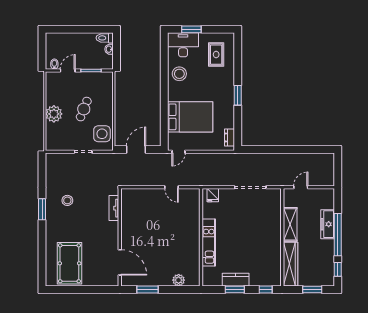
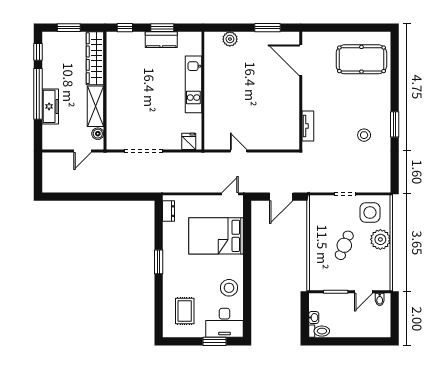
side table: (102, 134) -> (370, 213), moved
boiler: (288, 202) -> (98, 134), added
pool table: (69, 263) -> (361, 59), turned 90

